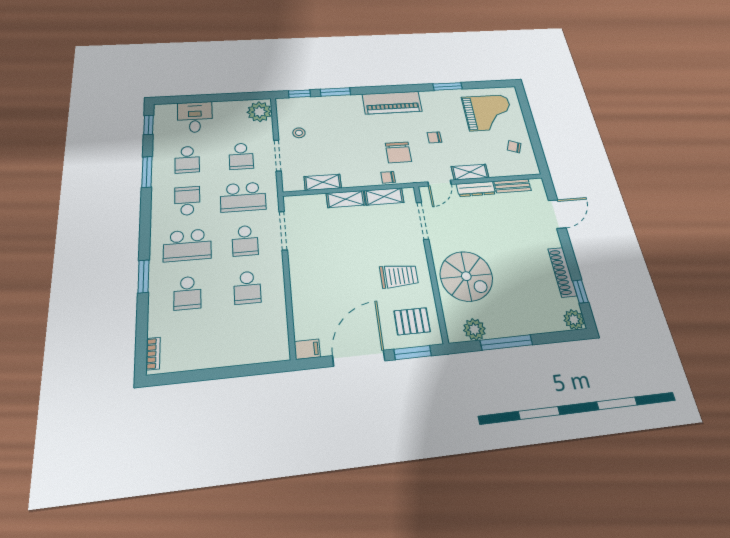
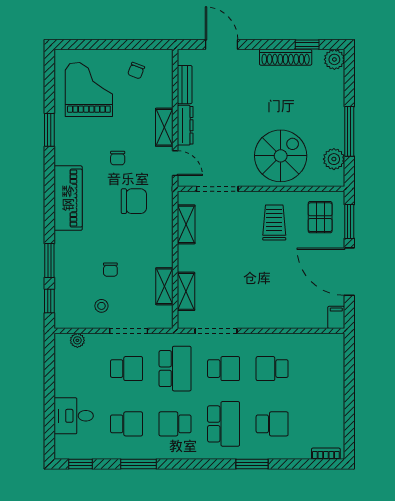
plant: (259, 112) -> (77, 340), width x0.53, depth x0.53
chair: (388, 177) -> (110, 270), moved
shelving: (346, 199) -> (186, 291), moved
school desk: (247, 288) -> (272, 369), turned 180

